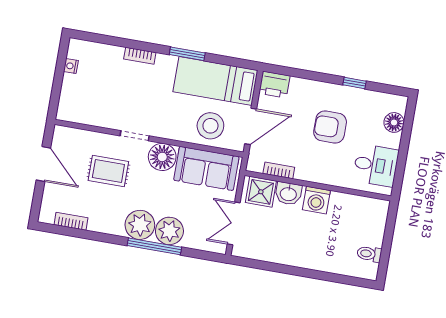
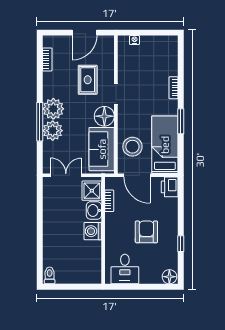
nightstand: (71, 66) -> (135, 40), moved
floor lamp: (394, 122) -> (169, 277), moved
toilet: (369, 254) -> (50, 275), moved

